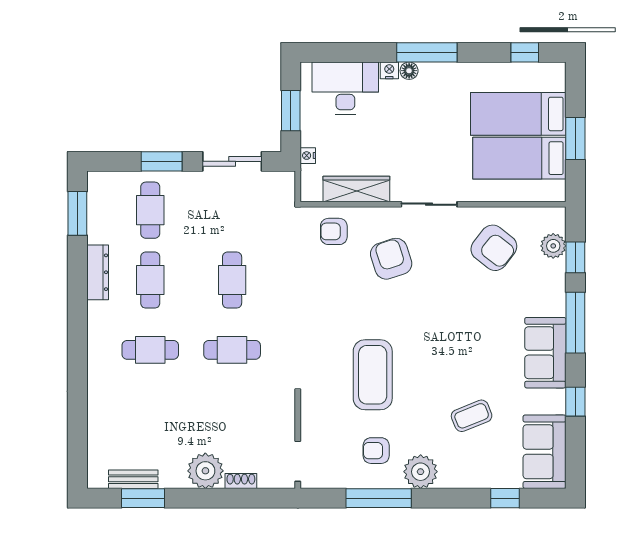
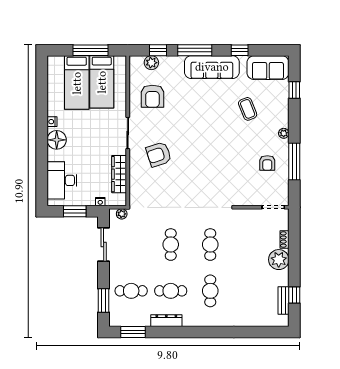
window: (427, 52) -> (42, 134), removed
window: (525, 52) -> (42, 79), removed
nightstand: (389, 70) -> (52, 122), moved
floor lamp: (409, 71) -> (57, 140), width x1.89, depth x1.89
window: (575, 138) -> (91, 50), width x1.44
window: (162, 161) -> (104, 301), moved
plant: (286, 193) -> (122, 214), added
armchair: (334, 231) -> (143, 187), removed
armchair: (494, 248) -> (152, 96), turned 142
cafe table: (232, 280) -> (171, 245), turned 90
sofa: (545, 353) -> (212, 67), width x1.36
coffee table: (373, 375) -> (224, 165), removed
plant: (421, 472) -> (284, 133), width x0.53, depth x0.53
window: (143, 498) -> (294, 295), width x0.67

